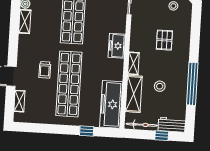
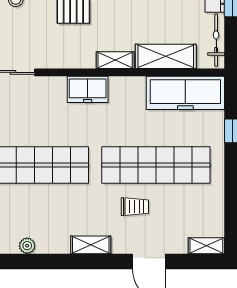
shelving: (25, 22) -> (91, 245), moved
stool: (160, 86) -> (150, 14), removed
shelving: (19, 101) -> (206, 246), moved

